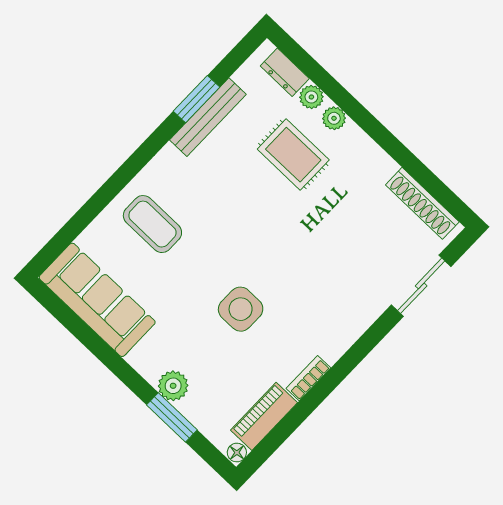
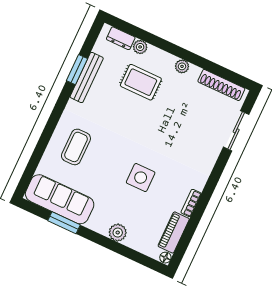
plant: (334, 118) -> (182, 66), moved
coffee table: (152, 224) -> (76, 147), turned 90
window: (172, 417) -> (64, 223), moved

